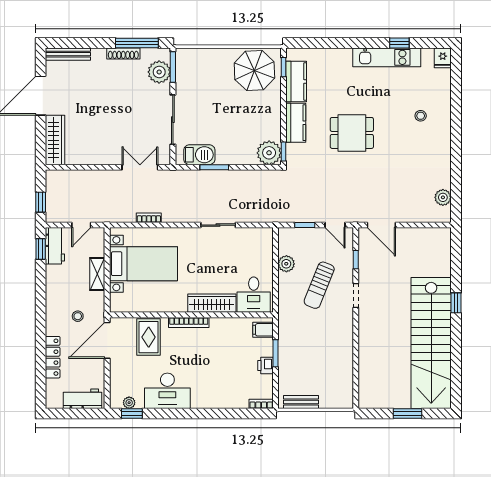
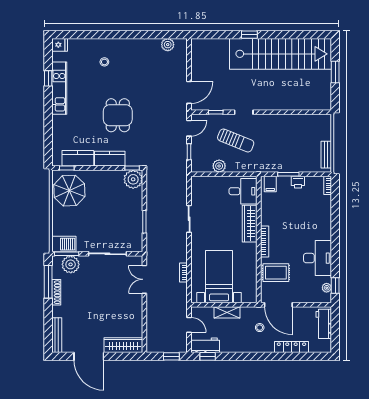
barbecue: (199, 155) -> (64, 244), moved, turned 90

